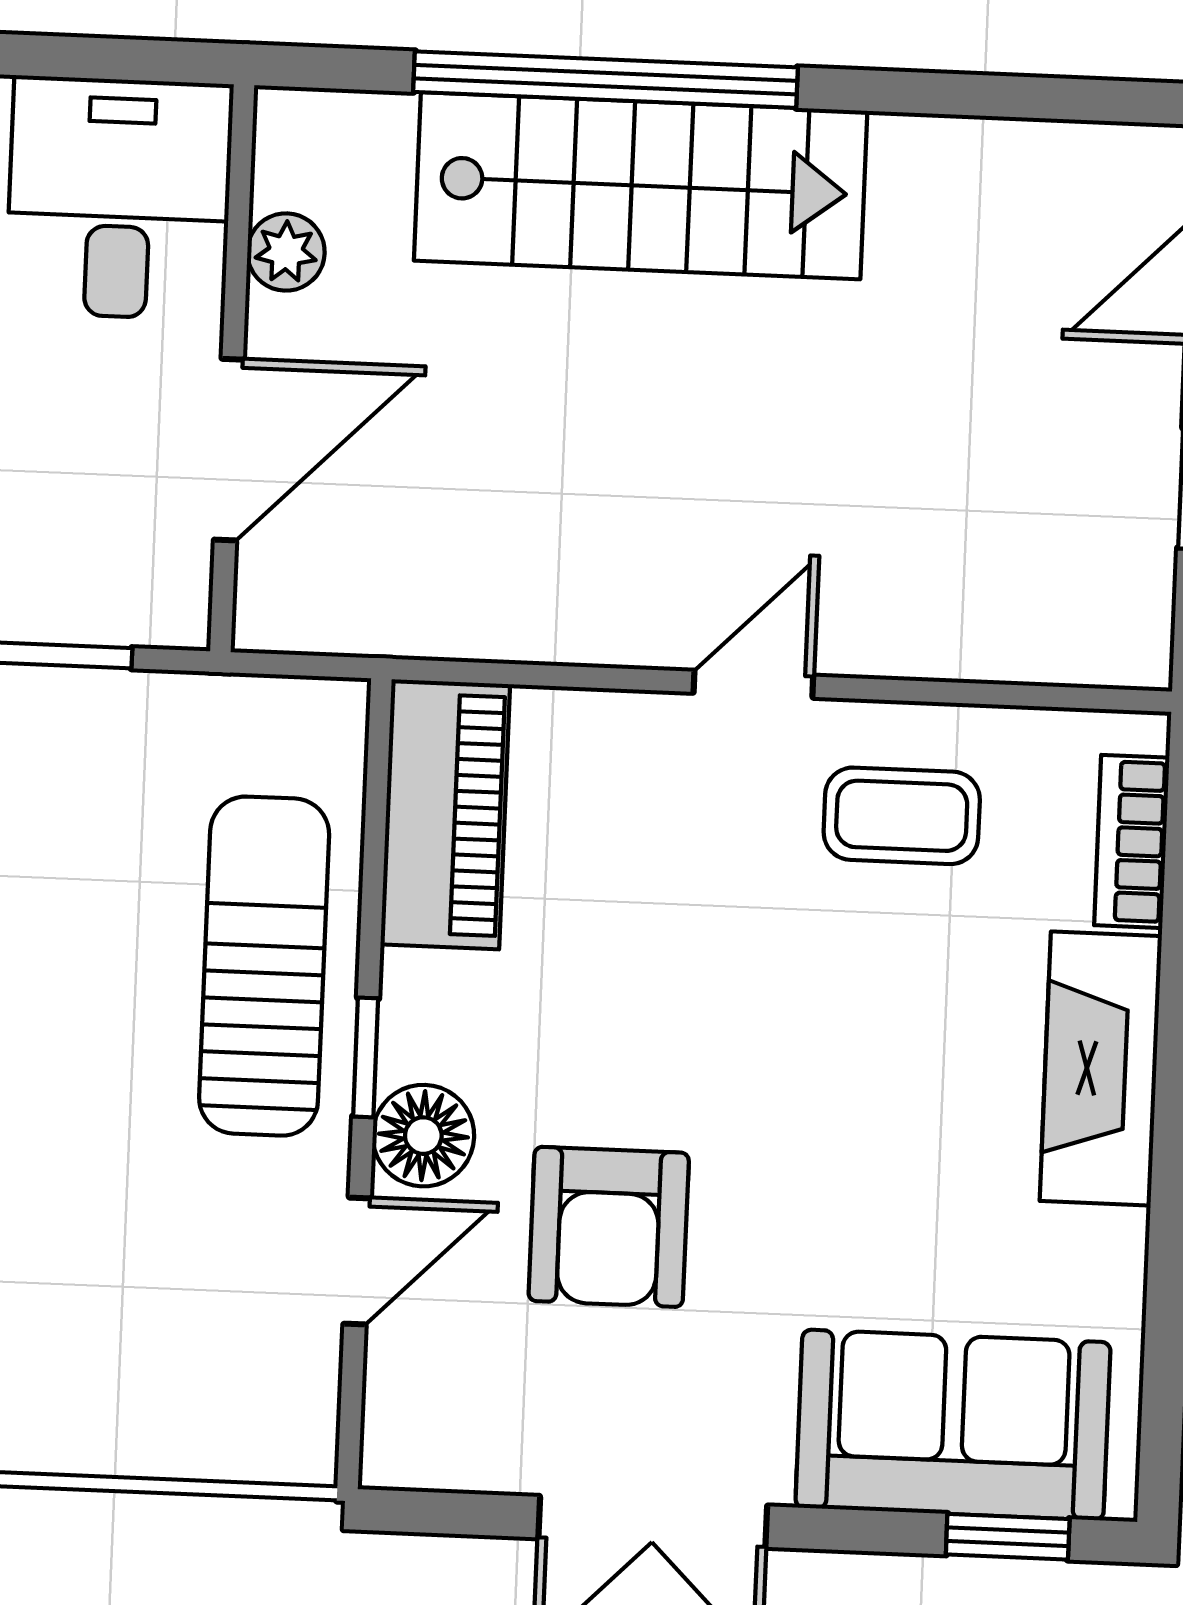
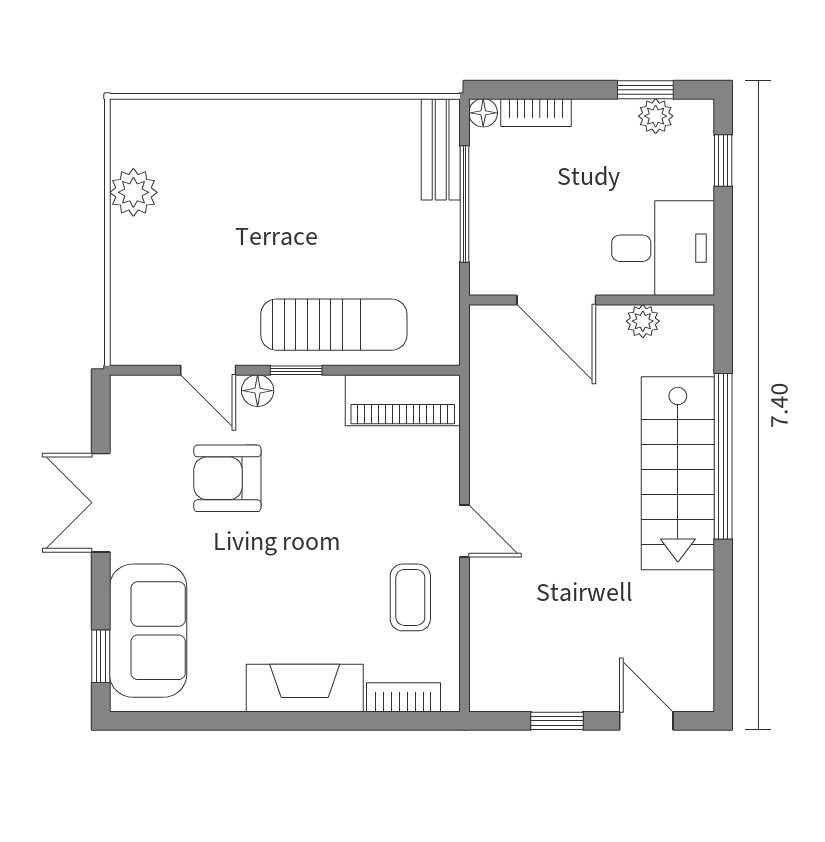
floor lamp: (423, 1136) -> (258, 391), width x0.73, depth x0.73

